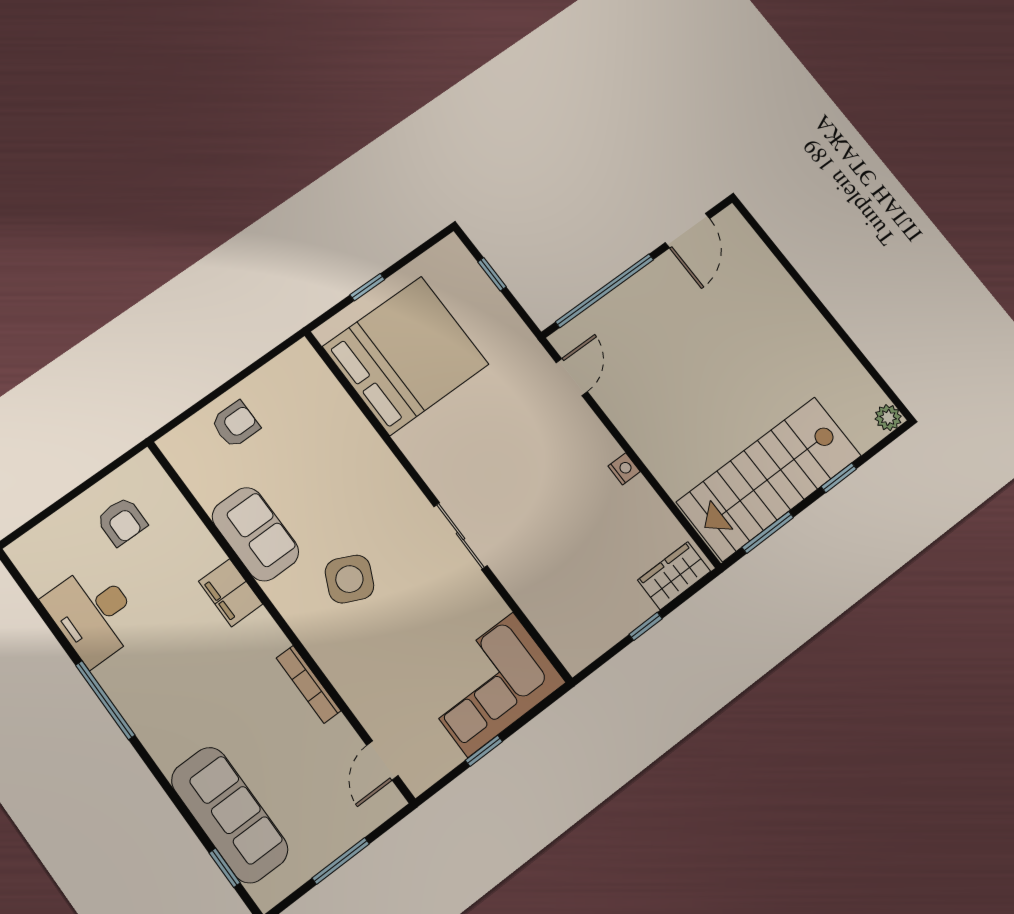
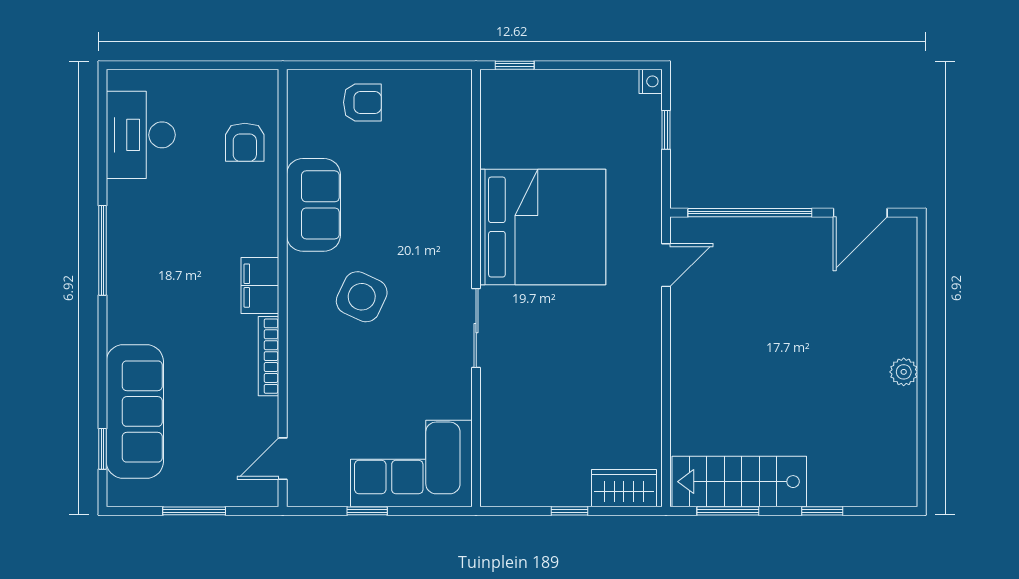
window: (367, 287) -> (515, 65), moved
bed: (406, 355) -> (543, 227), moved
plant: (888, 418) -> (904, 372), moved
nightstand: (624, 469) -> (651, 81), moved
stairs: (769, 479) -> (739, 482), width x0.73, depth x0.66
armchair: (122, 521) -> (245, 142), moved
filing cabinet: (231, 593) -> (260, 286), moved
desk: (93, 614) -> (141, 135), moved

